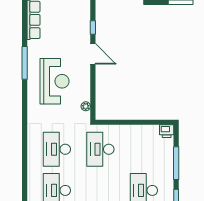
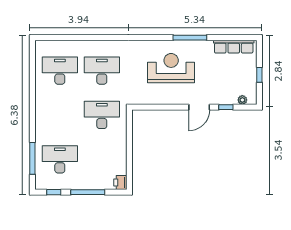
reception desk: (55, 81) -> (171, 68), turned 180
plant: (86, 106) -> (242, 100), moved

